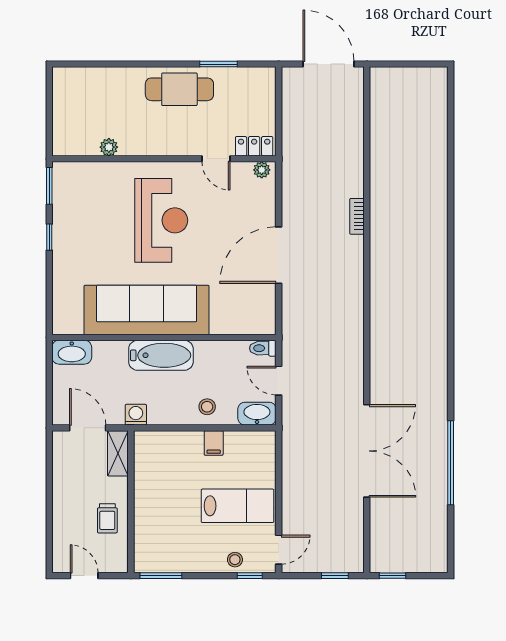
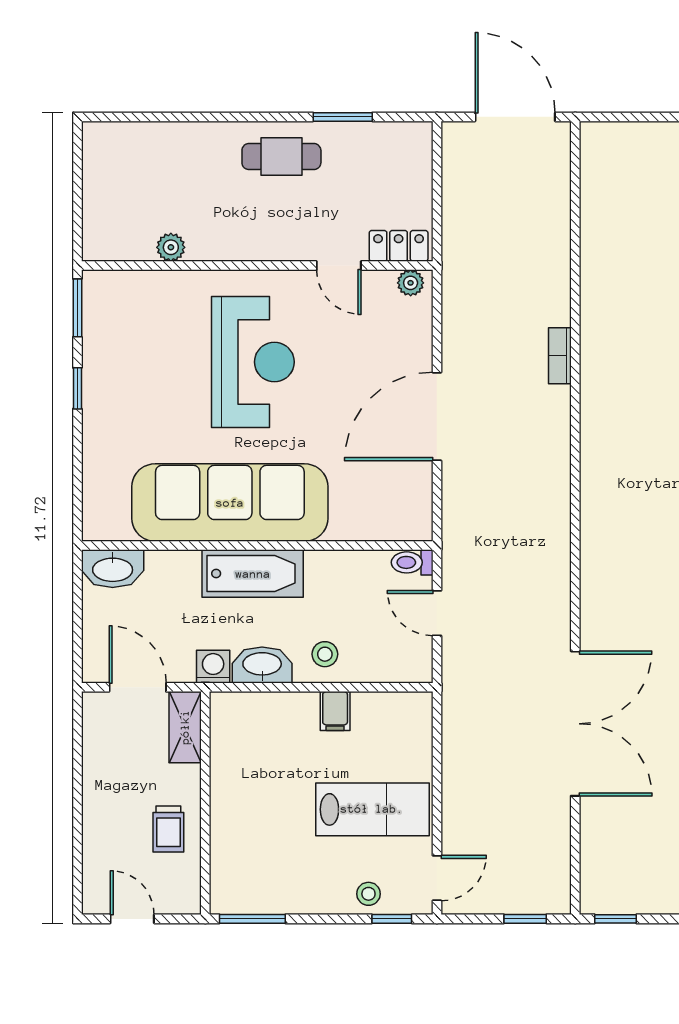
cafe table: (179, 89) -> (281, 157), width x0.73, depth x0.74
washbasin: (257, 414) -> (262, 665), moved

